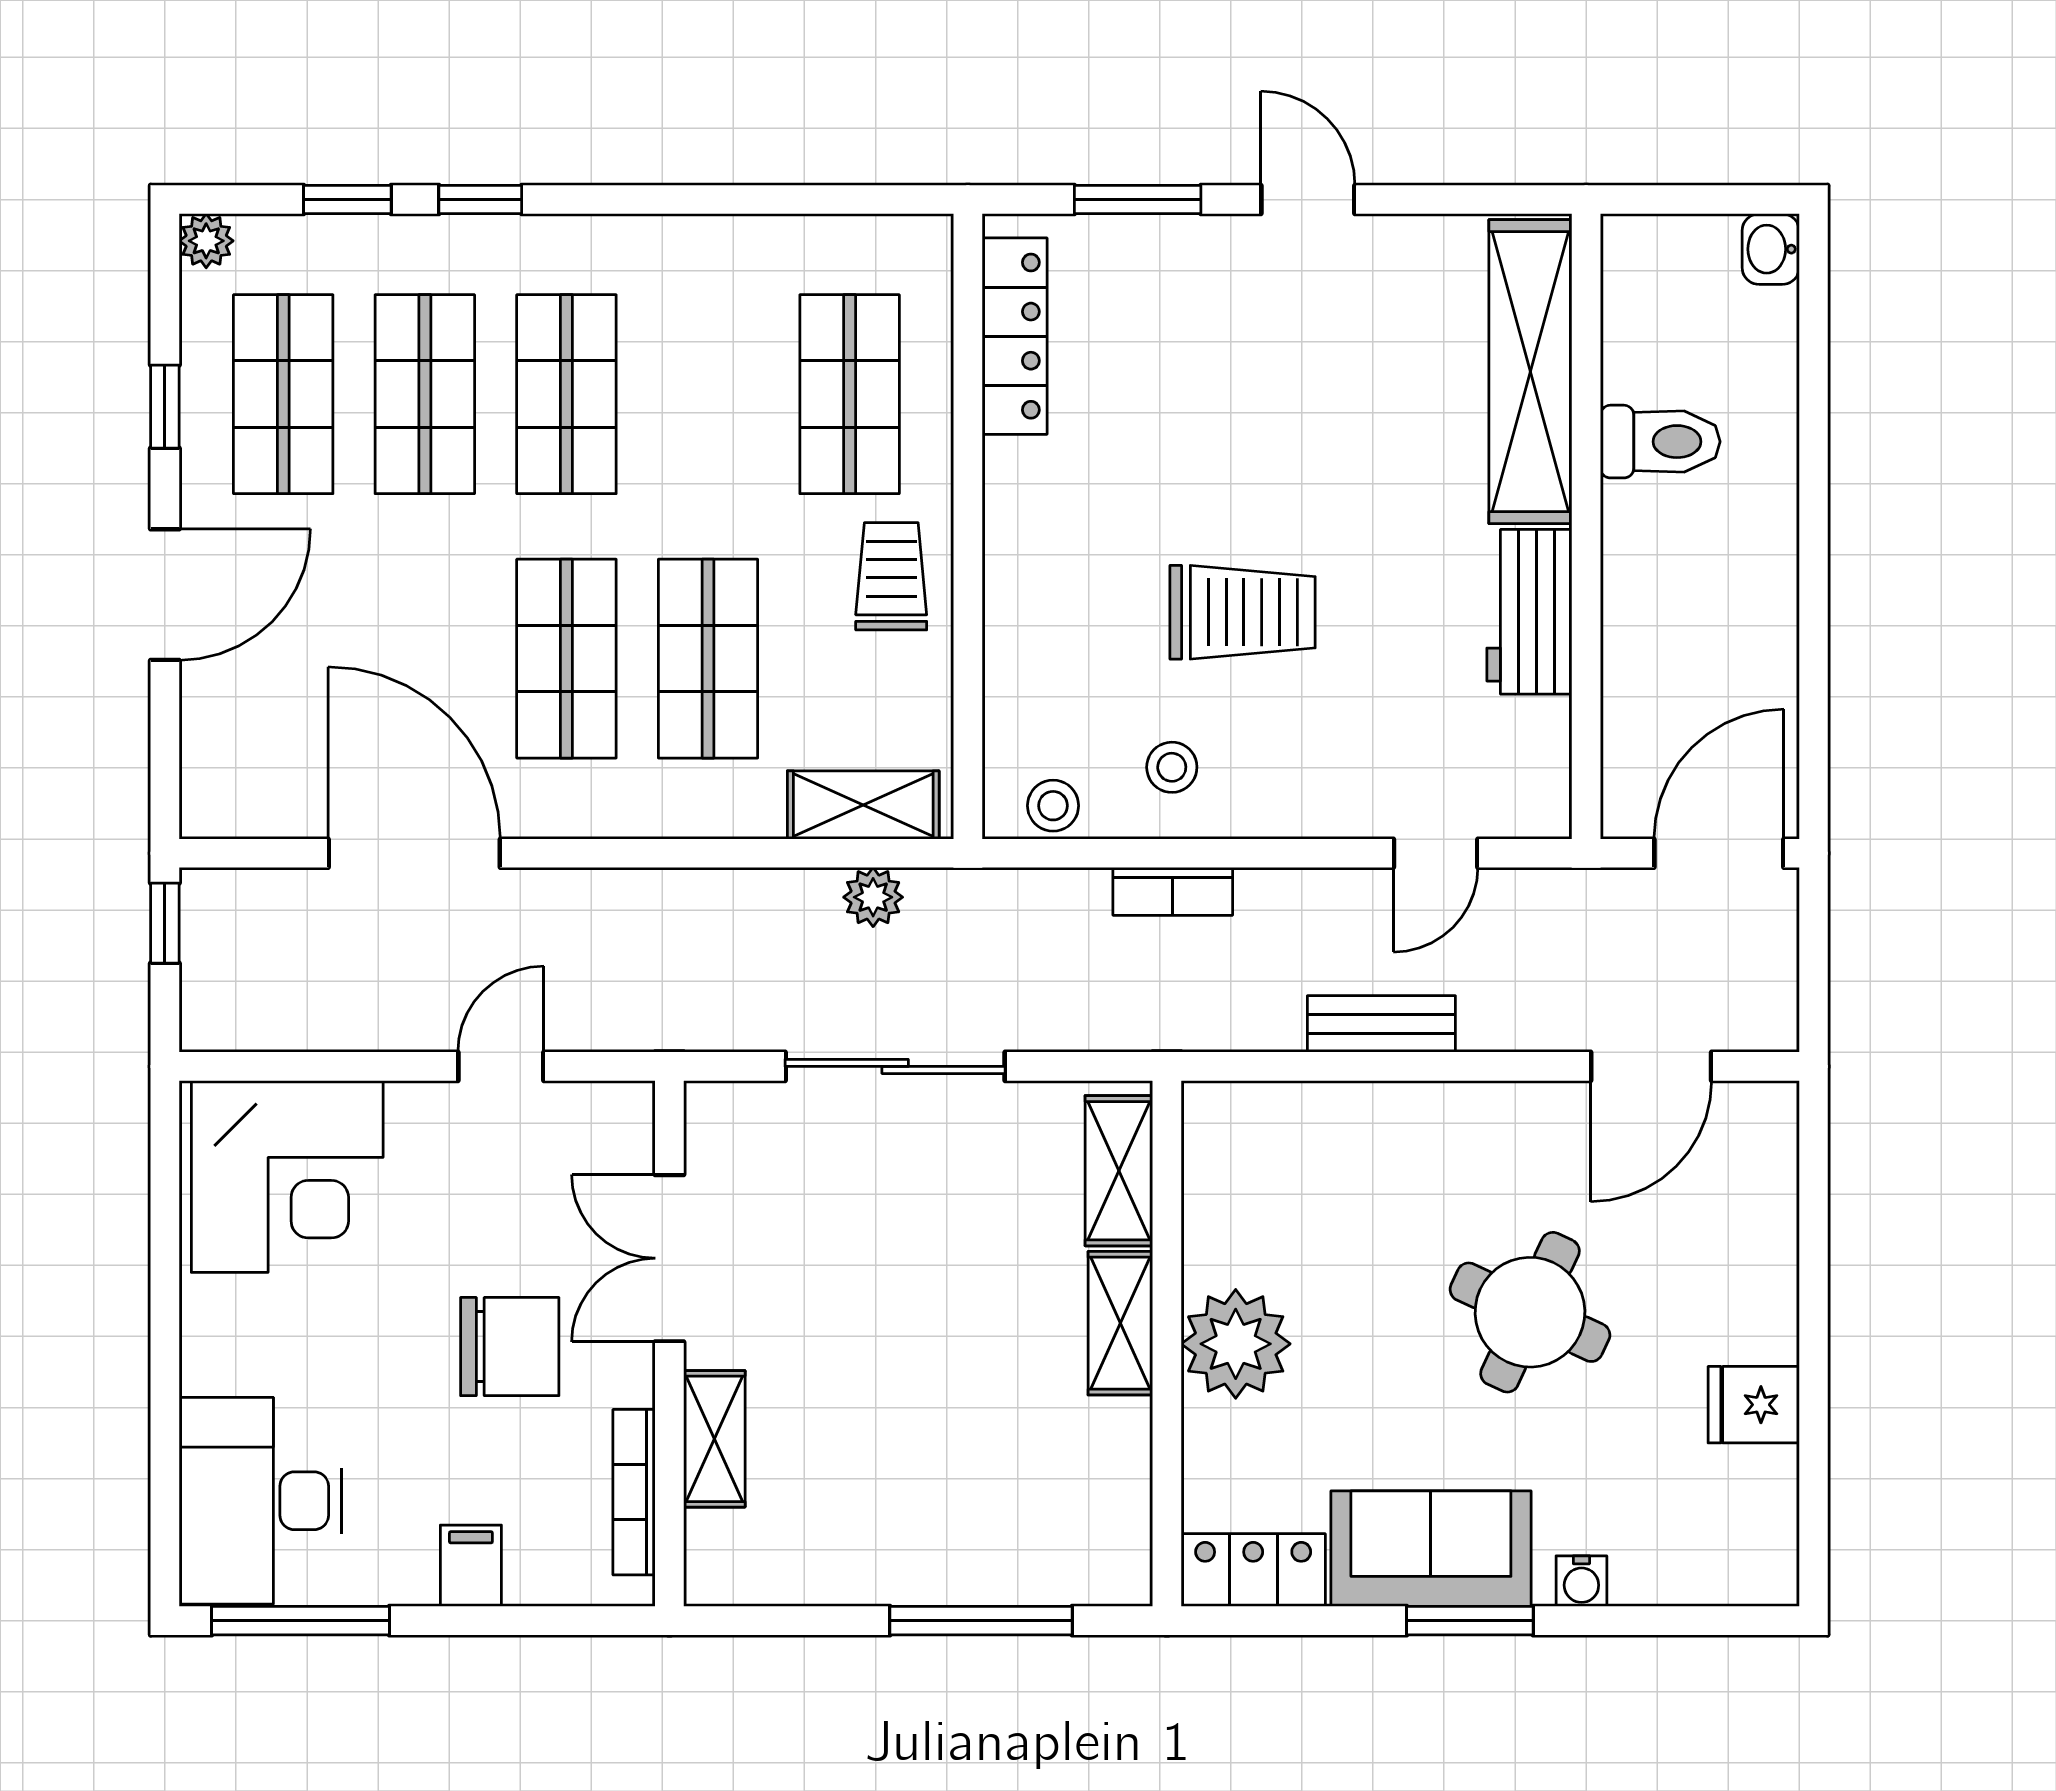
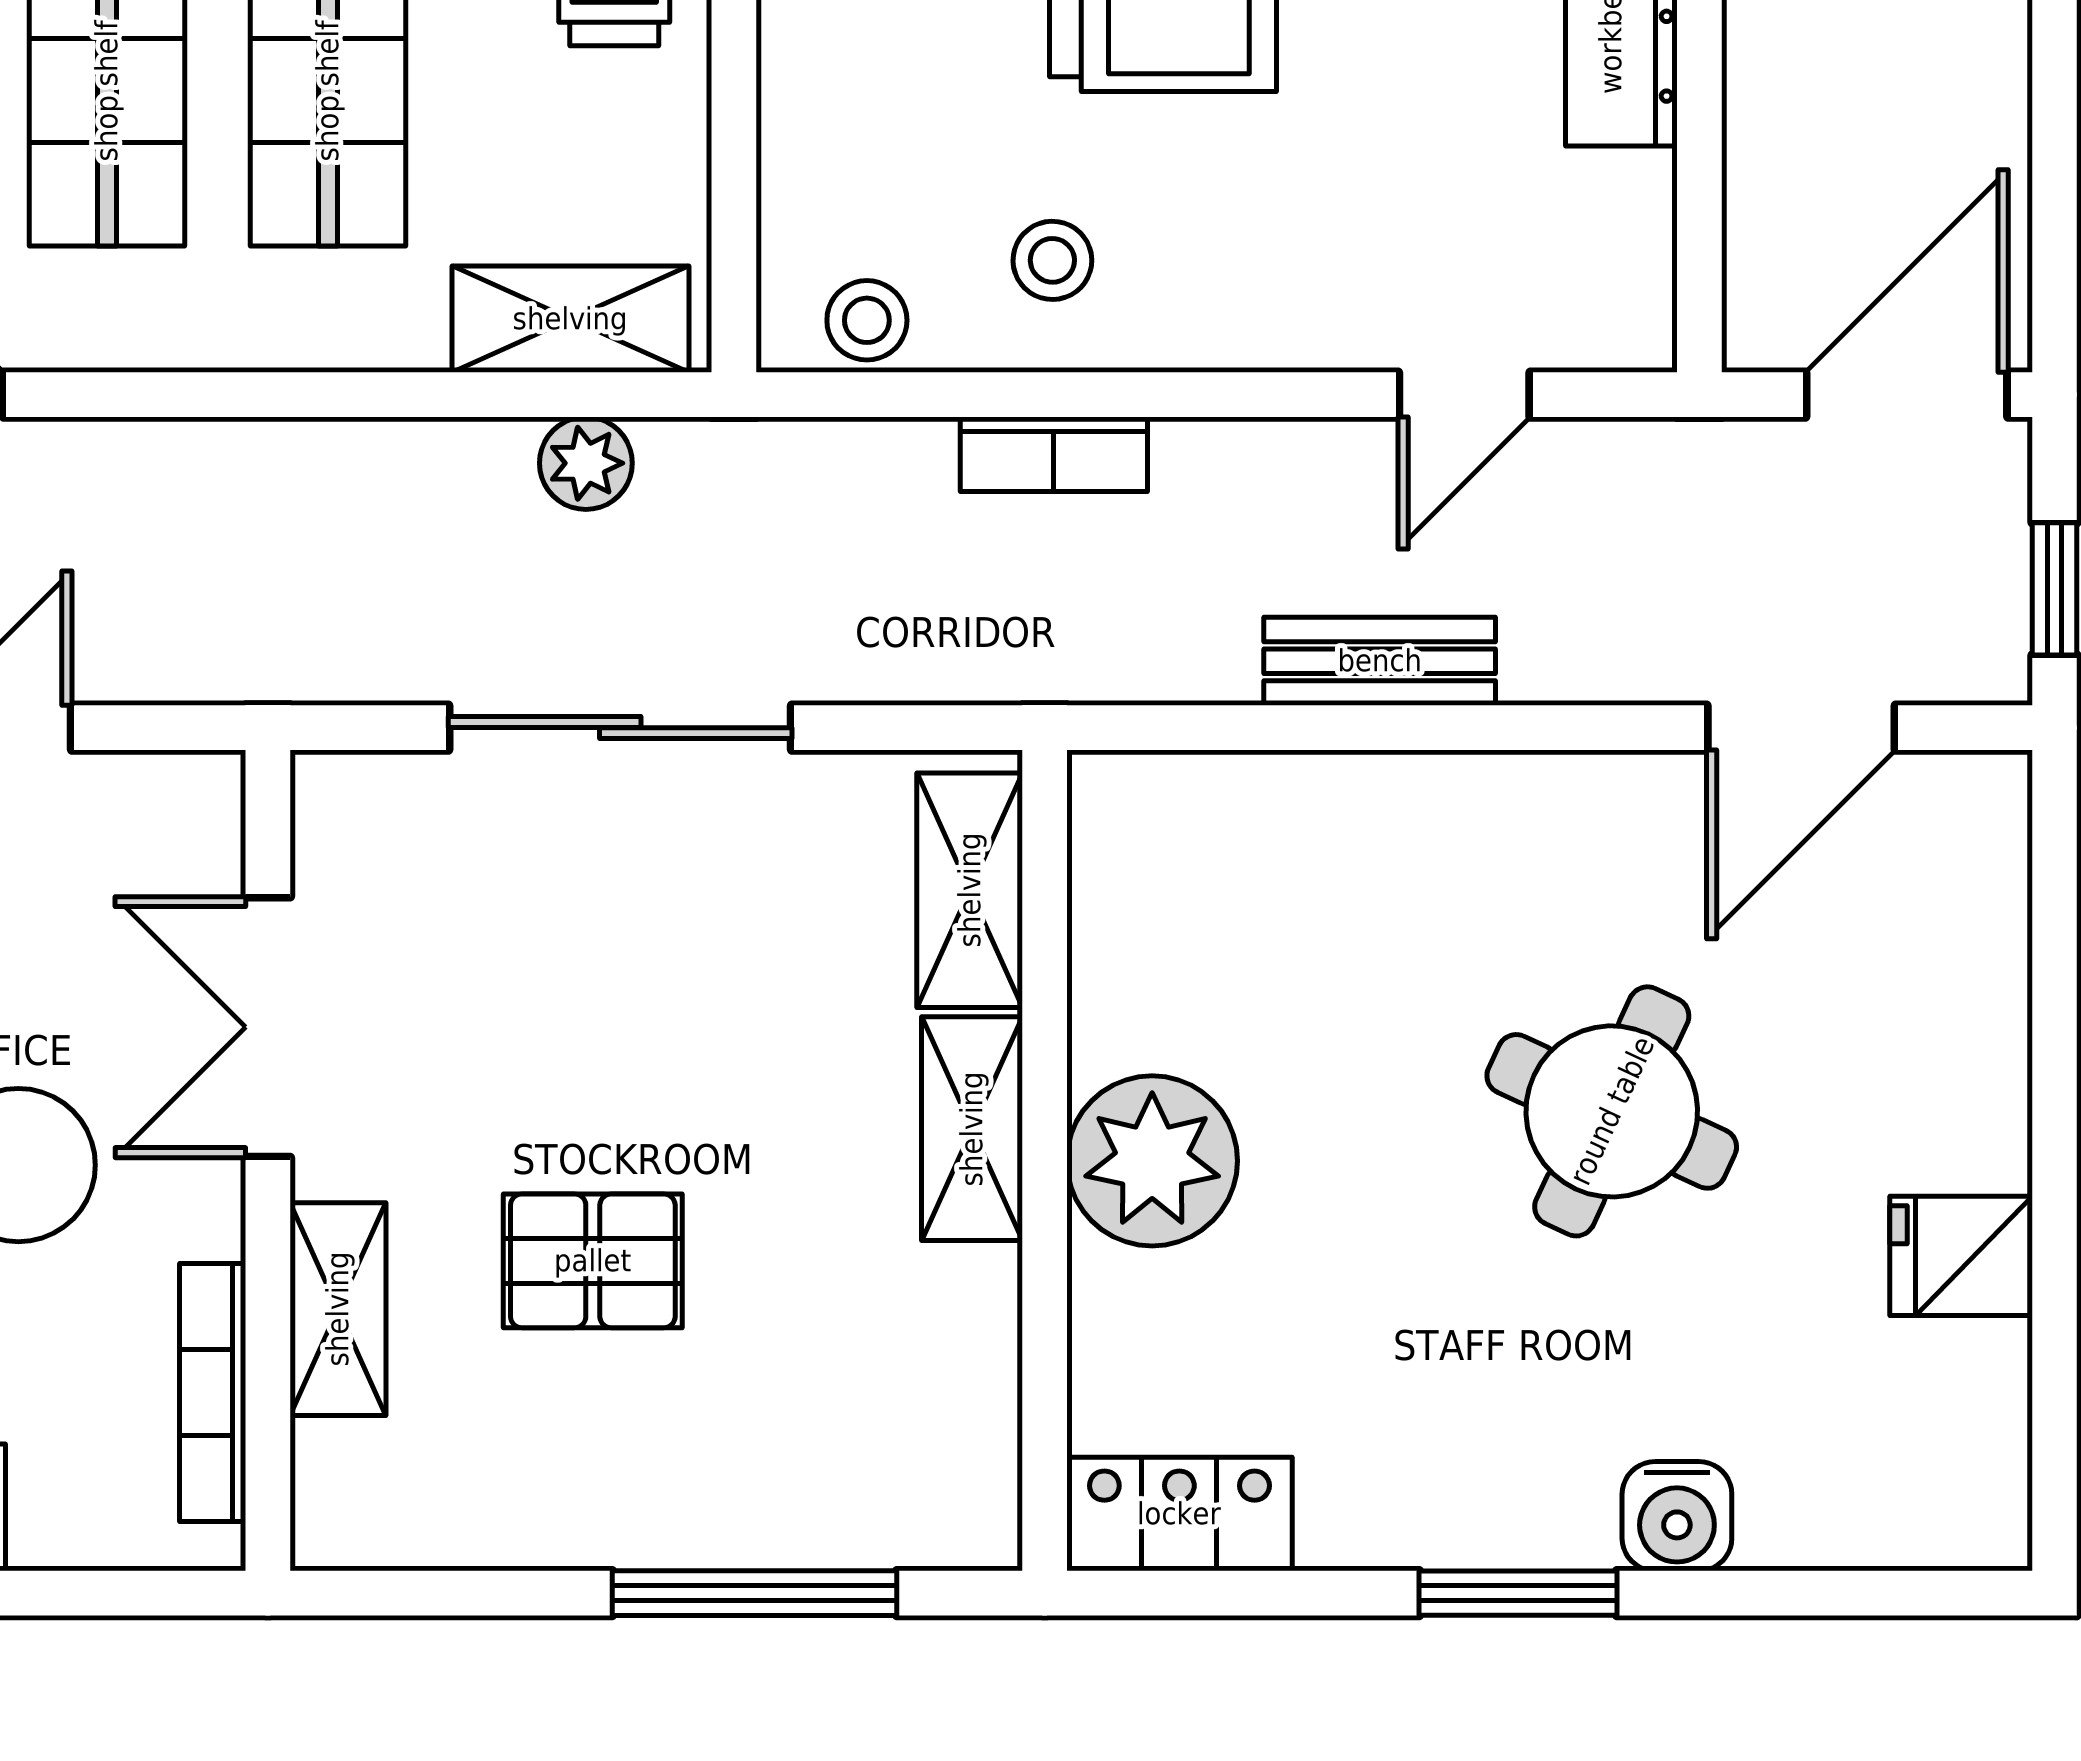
window: (1813, 978) -> (2054, 589), added
pallet: (878, 1408) -> (593, 1261), added
sofa: (1431, 1549) -> (1457, 1481), removed
water cooler: (1581, 1581) -> (1677, 1516), width x1.38, depth x1.38

